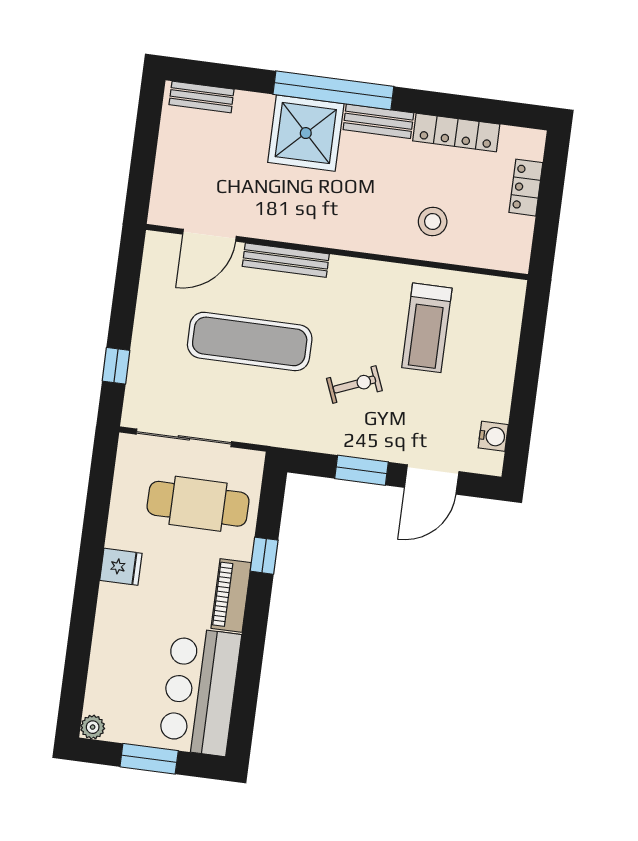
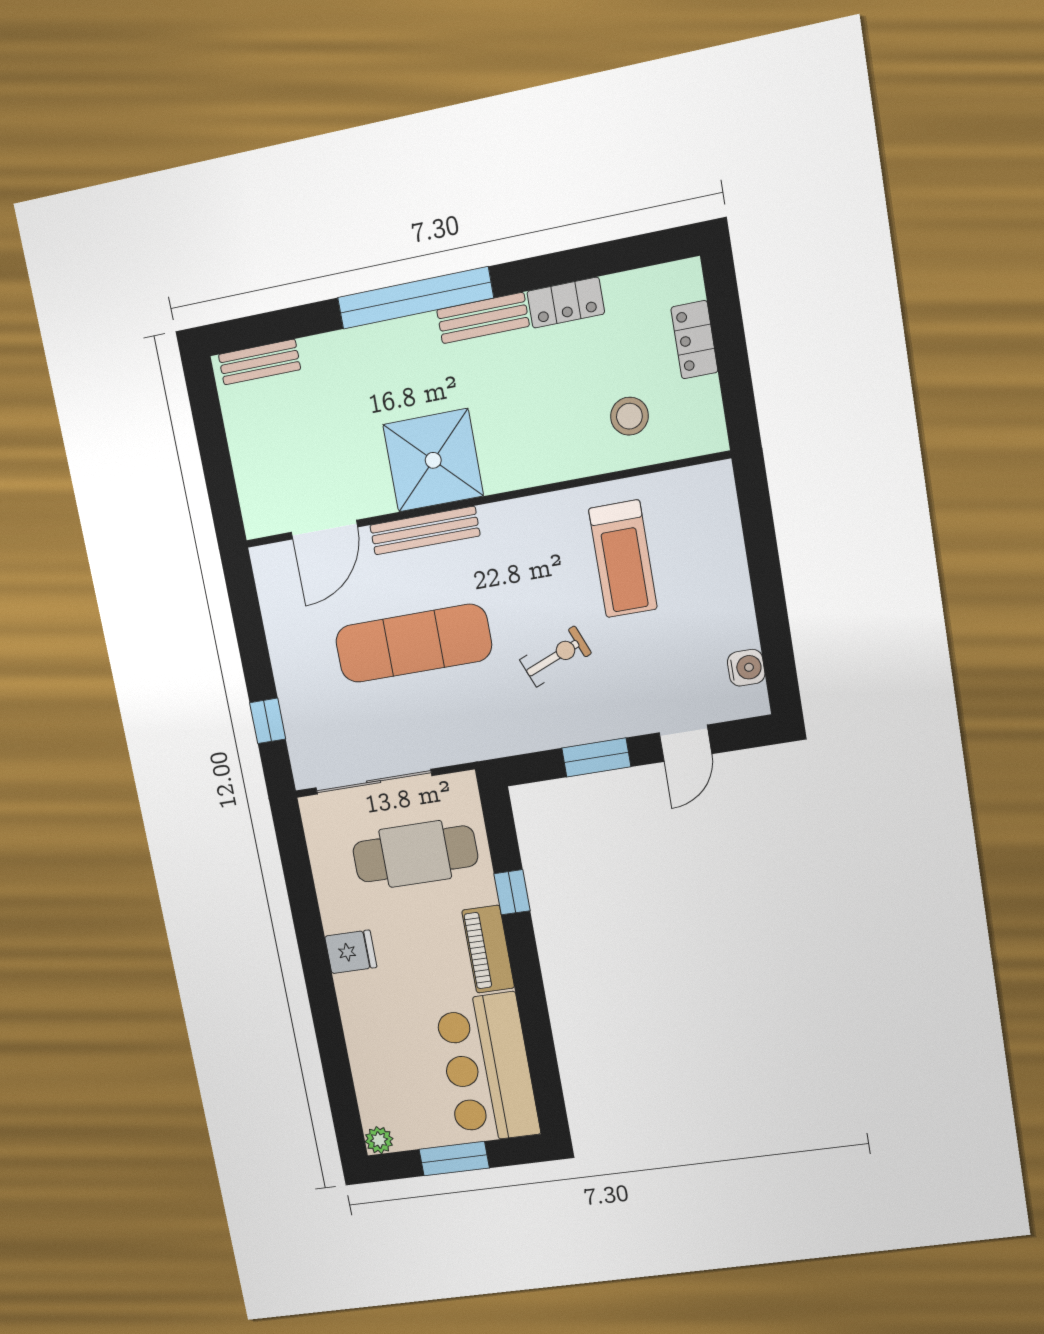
shower: (306, 133) -> (433, 460), moved
locker: (456, 133) -> (566, 303), width x0.66
stool: (433, 222) -> (629, 416), moved
door: (432, 479) -> (686, 743), width x0.73

